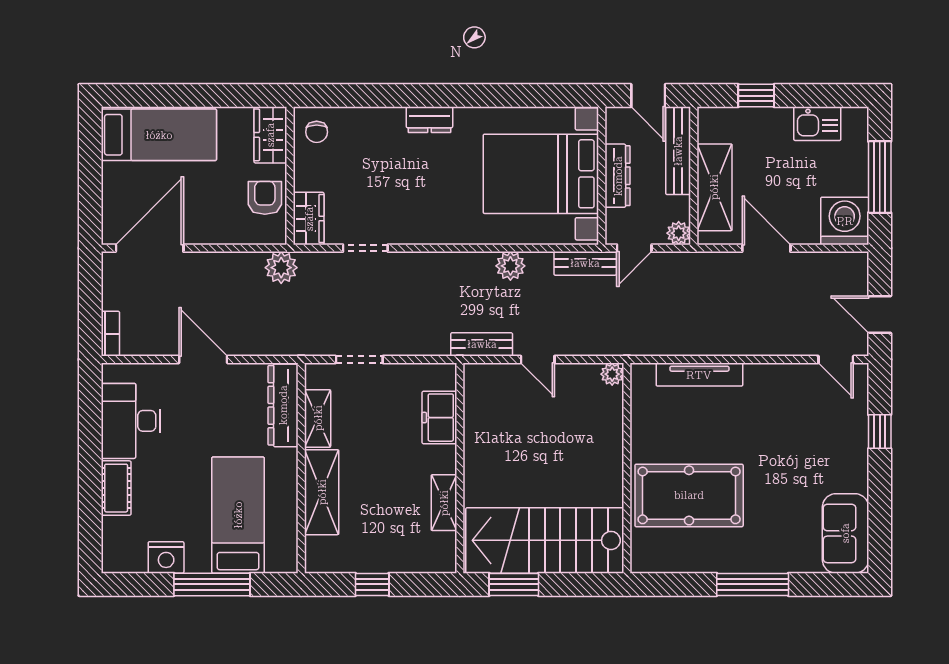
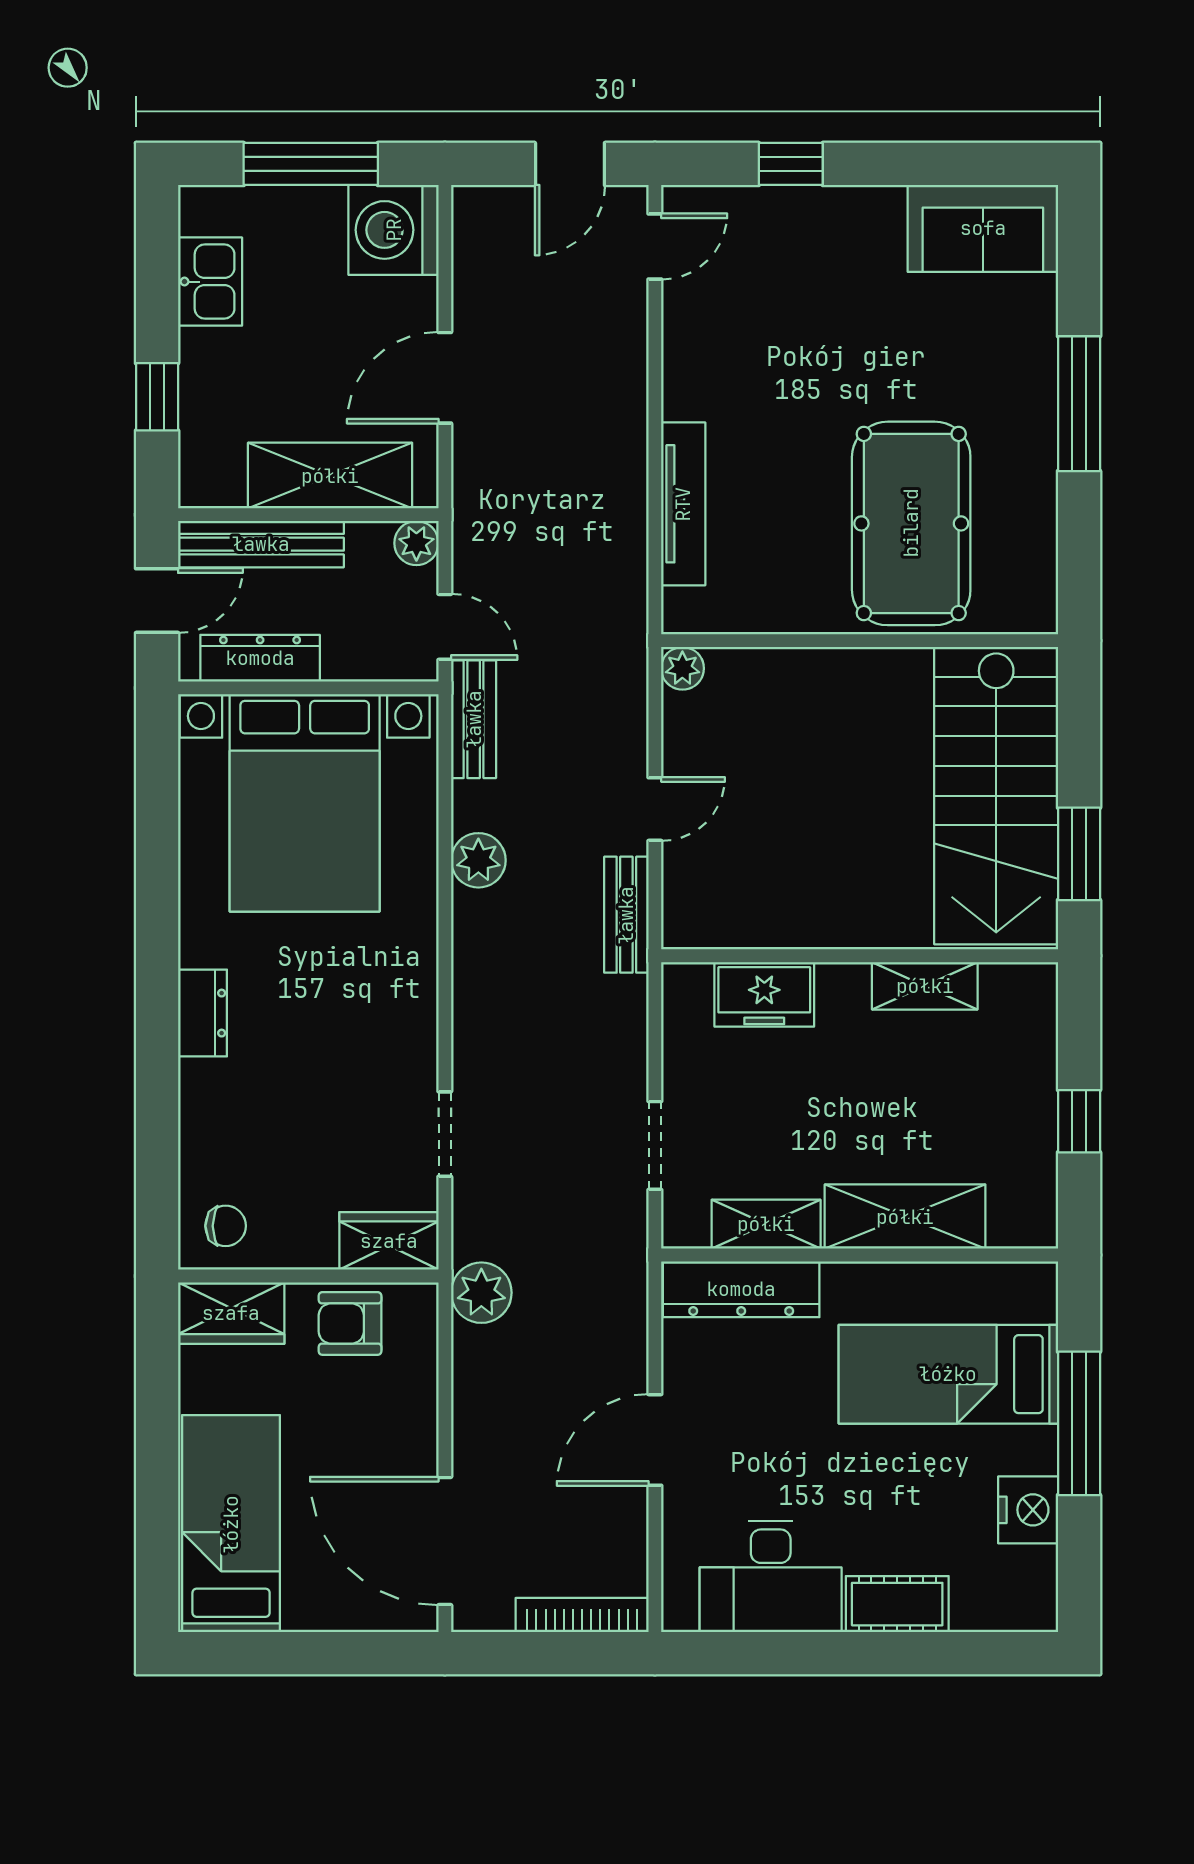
dresser: (618, 176) -> (260, 658), moved
bookcase: (110, 334) -> (582, 1615), width x1.56

